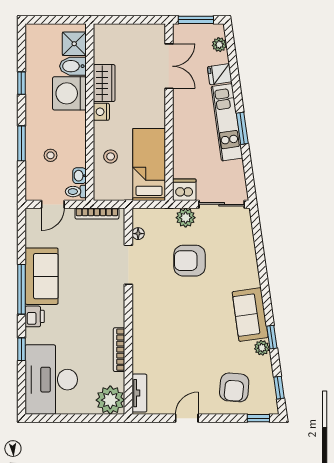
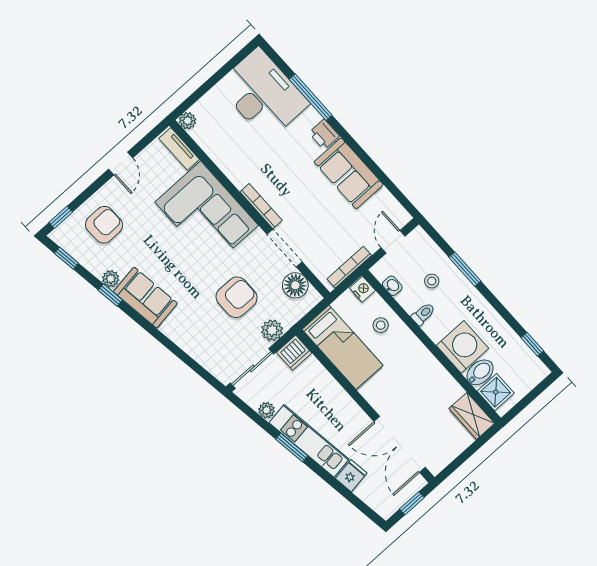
window: (196, 20) -> (412, 503), width x0.67
plant: (219, 45) -> (267, 410), moved
double door: (169, 66) -> (400, 444), width x1.37
window: (21, 83) -> (532, 344), moved
wardrobe: (104, 83) -> (472, 416), moved
nightstand: (101, 112) -> (362, 289), moved
toilet: (76, 192) -> (423, 314), moved
floor lamp: (138, 234) -> (295, 285), width x1.89, depth x1.89
window: (21, 289) -> (355, 147), removed
corner sofa: (160, 334) -> (207, 214), added
window: (21, 349) -> (311, 97), width x2.17
bookcase: (119, 350) -> (261, 206), moved
armchair: (234, 387) -> (104, 225), turned 84
plant: (110, 400) -> (188, 121), width x0.53, depth x0.53

